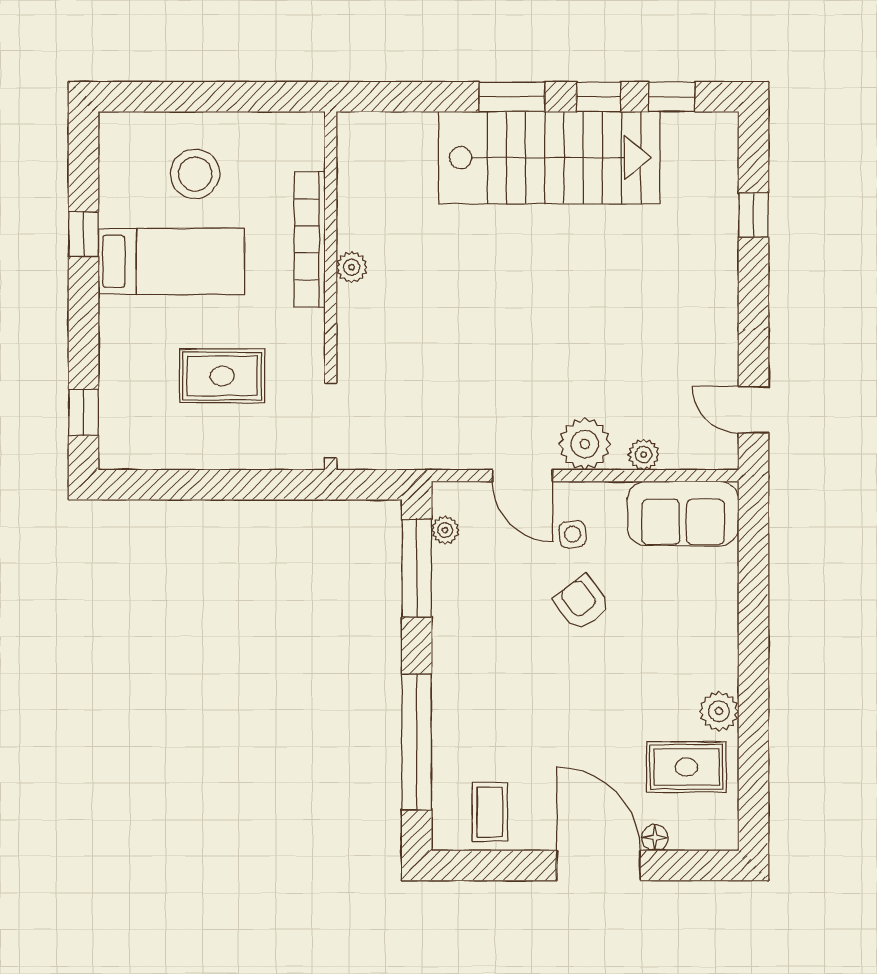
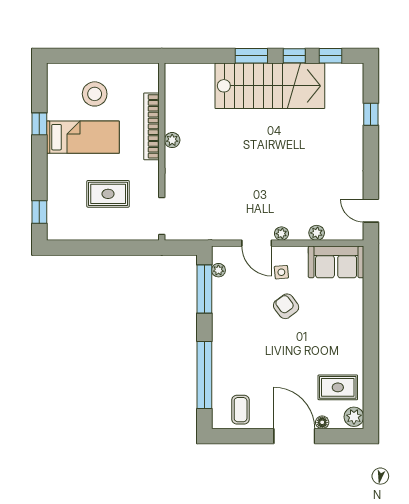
plant: (585, 444) -> (281, 234), width x0.53, depth x0.53
plant: (719, 711) -> (354, 417), moved

